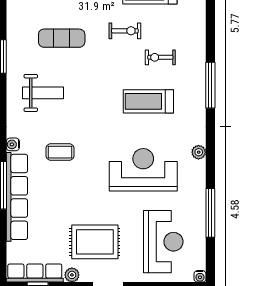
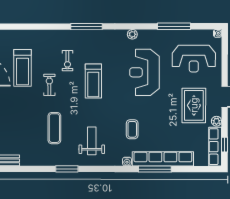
treadmill: (148, 101) -> (93, 81), moved
reception desk: (163, 242) -> (194, 59), turned 180

